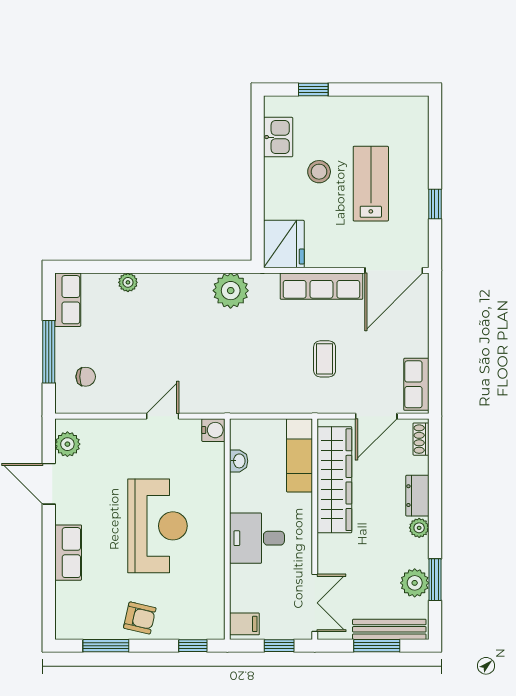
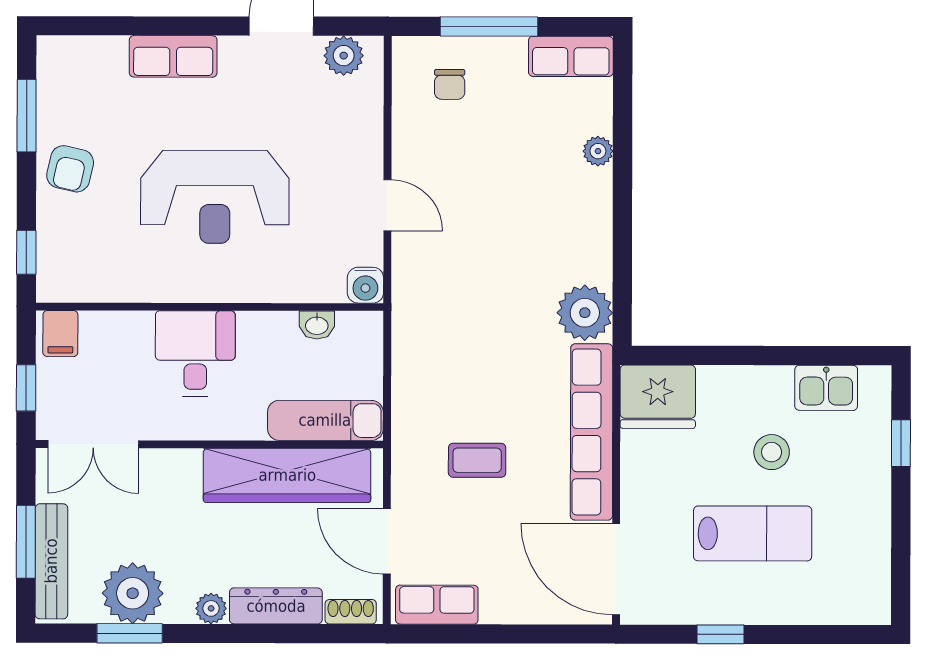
row of seats: (321, 286) -> (592, 432), width x1.36
dresser: (417, 496) -> (276, 606), width x1.44
plant: (415, 583) -> (133, 593), width x1.36, depth x1.36

